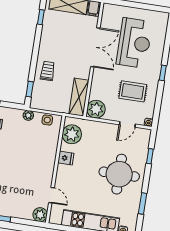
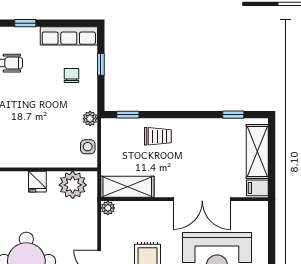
plant: (96, 109) -> (108, 208), width x0.53, depth x0.53

